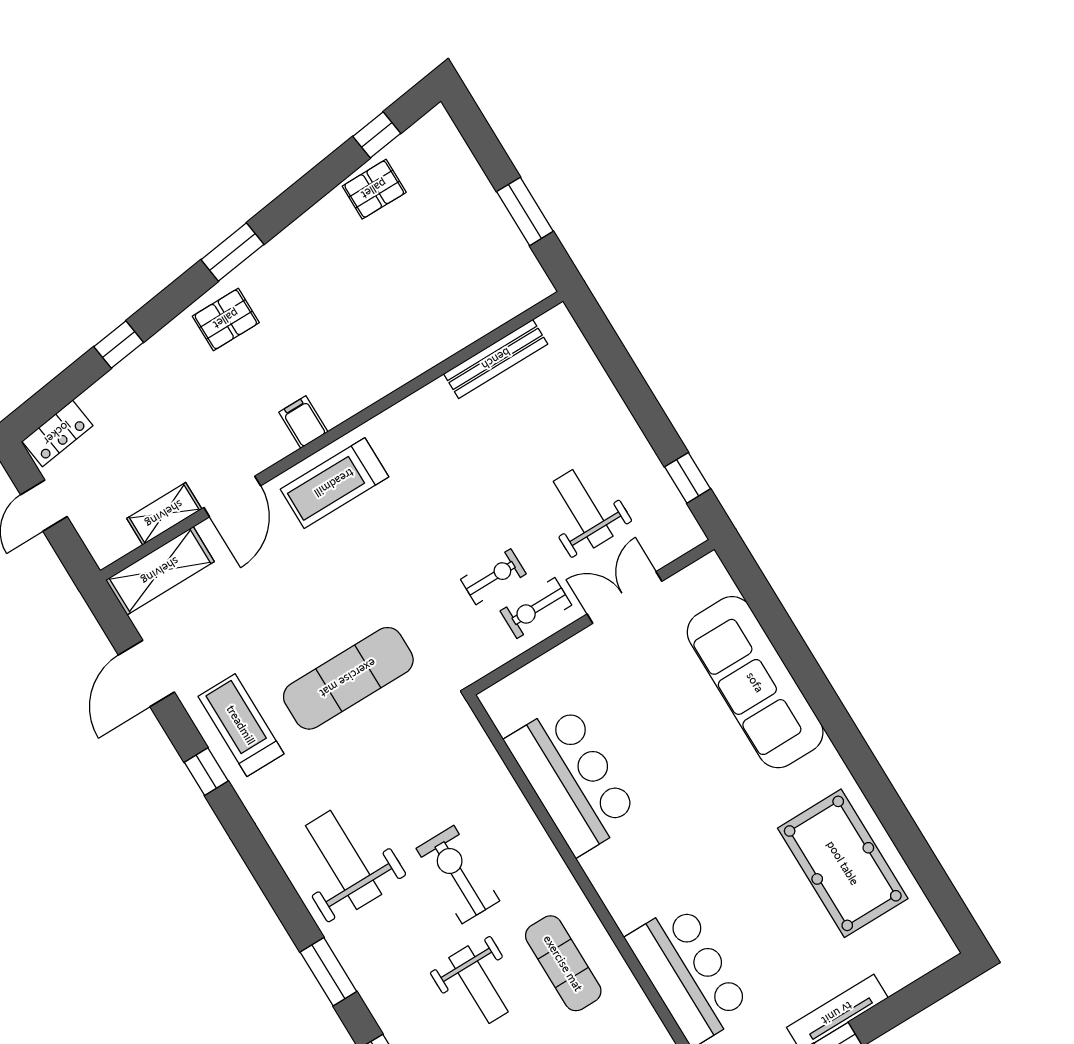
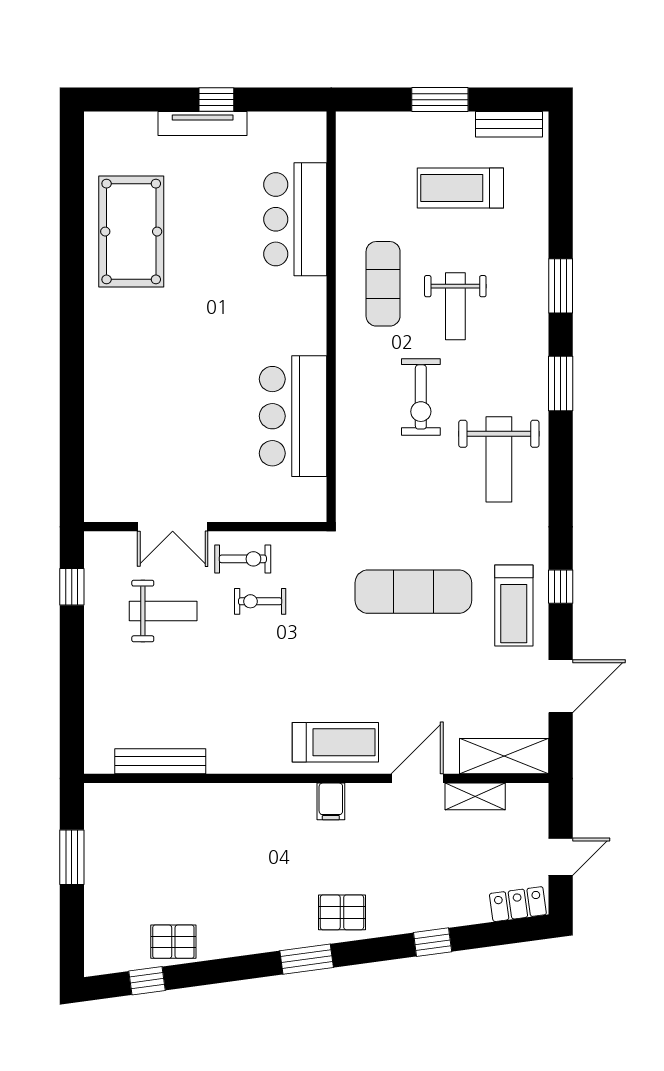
weight bench: (583, 509) -> (163, 611), turned -90
sofa: (755, 682) -> (114, 405), removed
weight bench: (479, 985) -> (455, 306), turned 180

